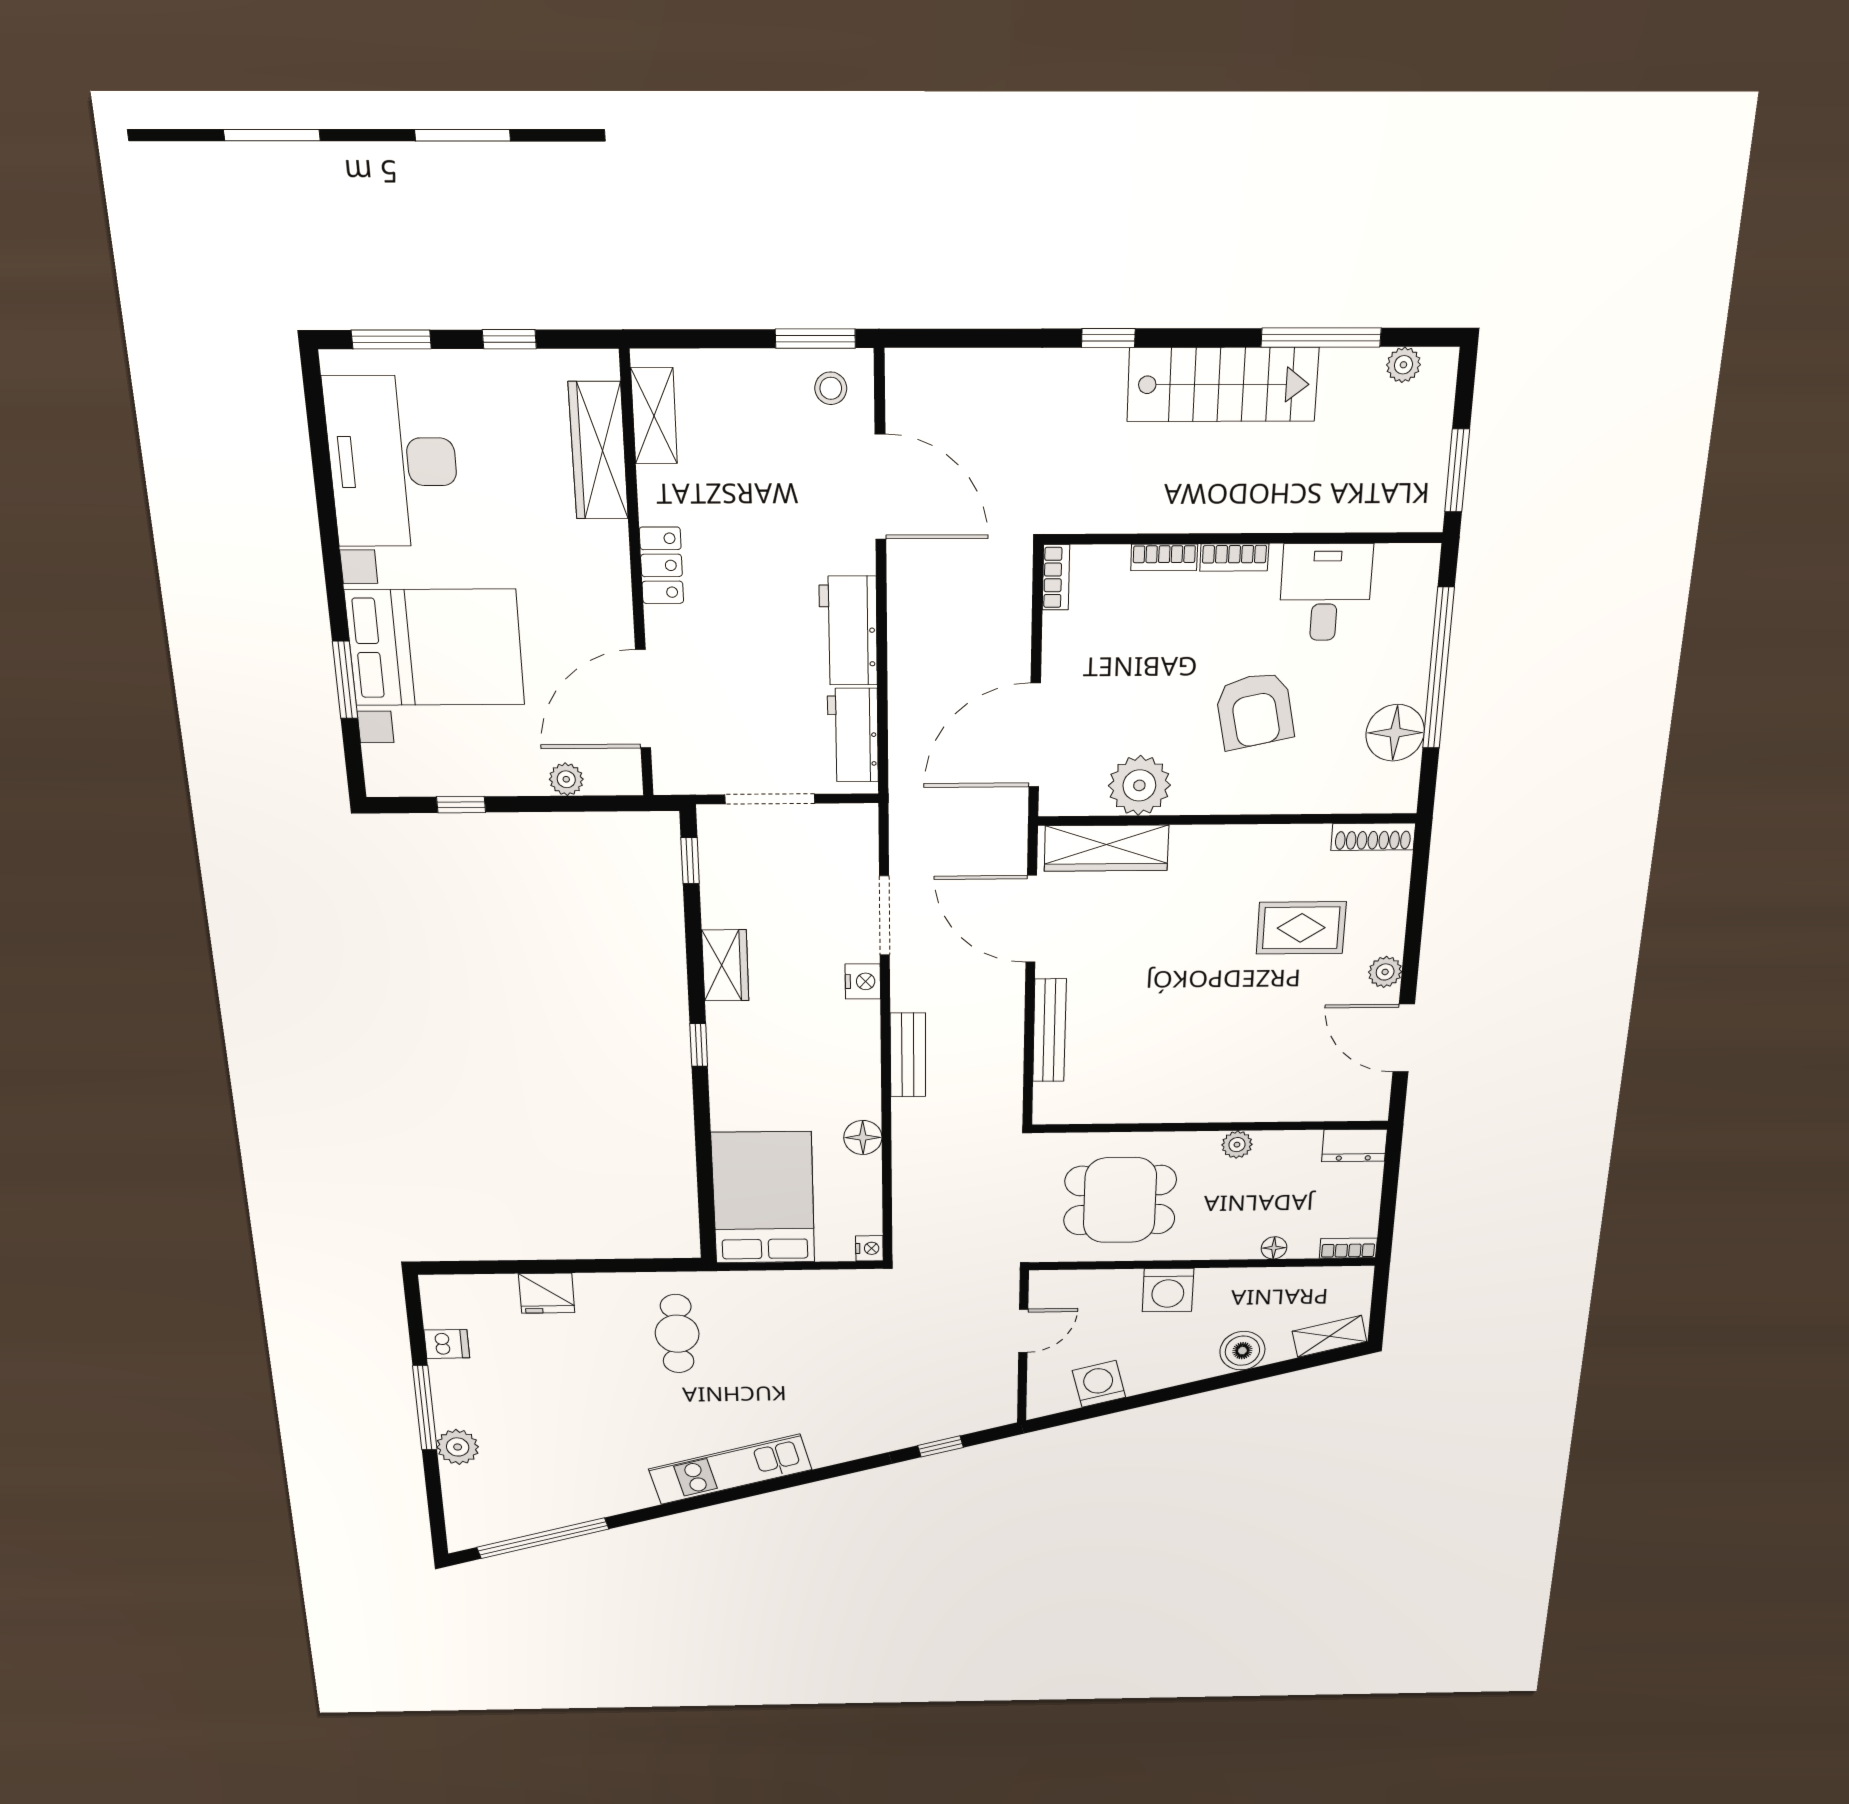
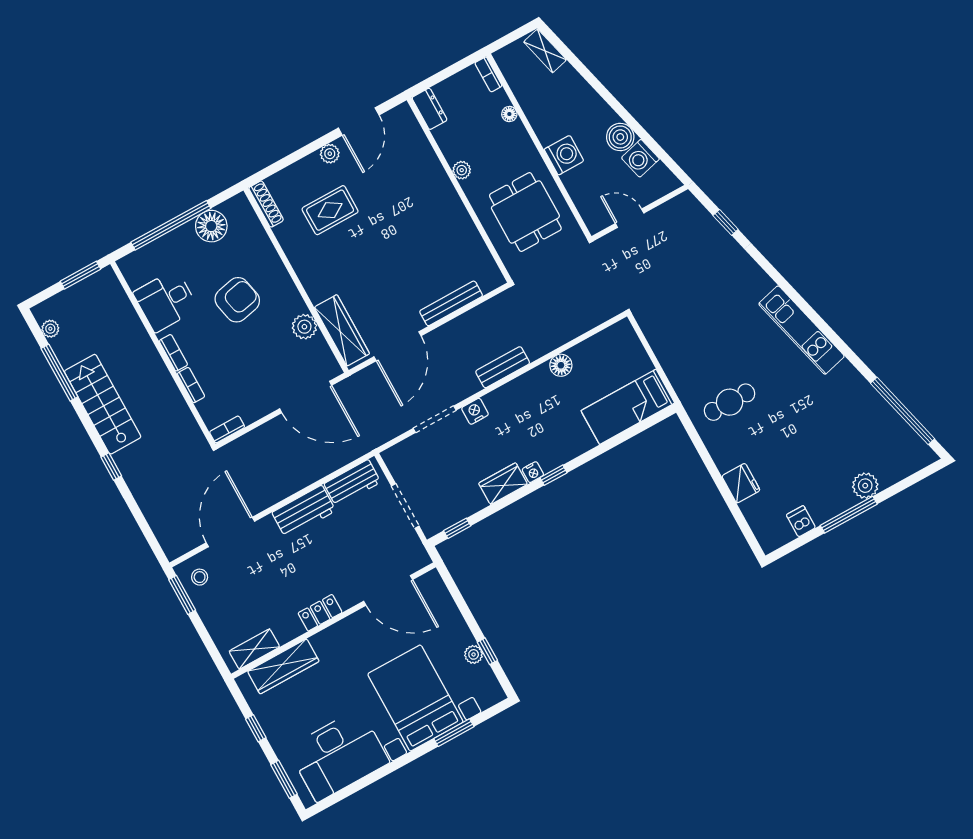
plant: (566, 779) -> (474, 654), moved
plant: (1139, 785) -> (304, 327), width x0.73, depth x0.73
rug: (1301, 928) -> (330, 210), turned 90
bed: (763, 1198) -> (628, 407), width x0.67
nightstand: (869, 1248) -> (533, 472), moved, turned 180
boiler: (1242, 1351) -> (620, 137), moved

